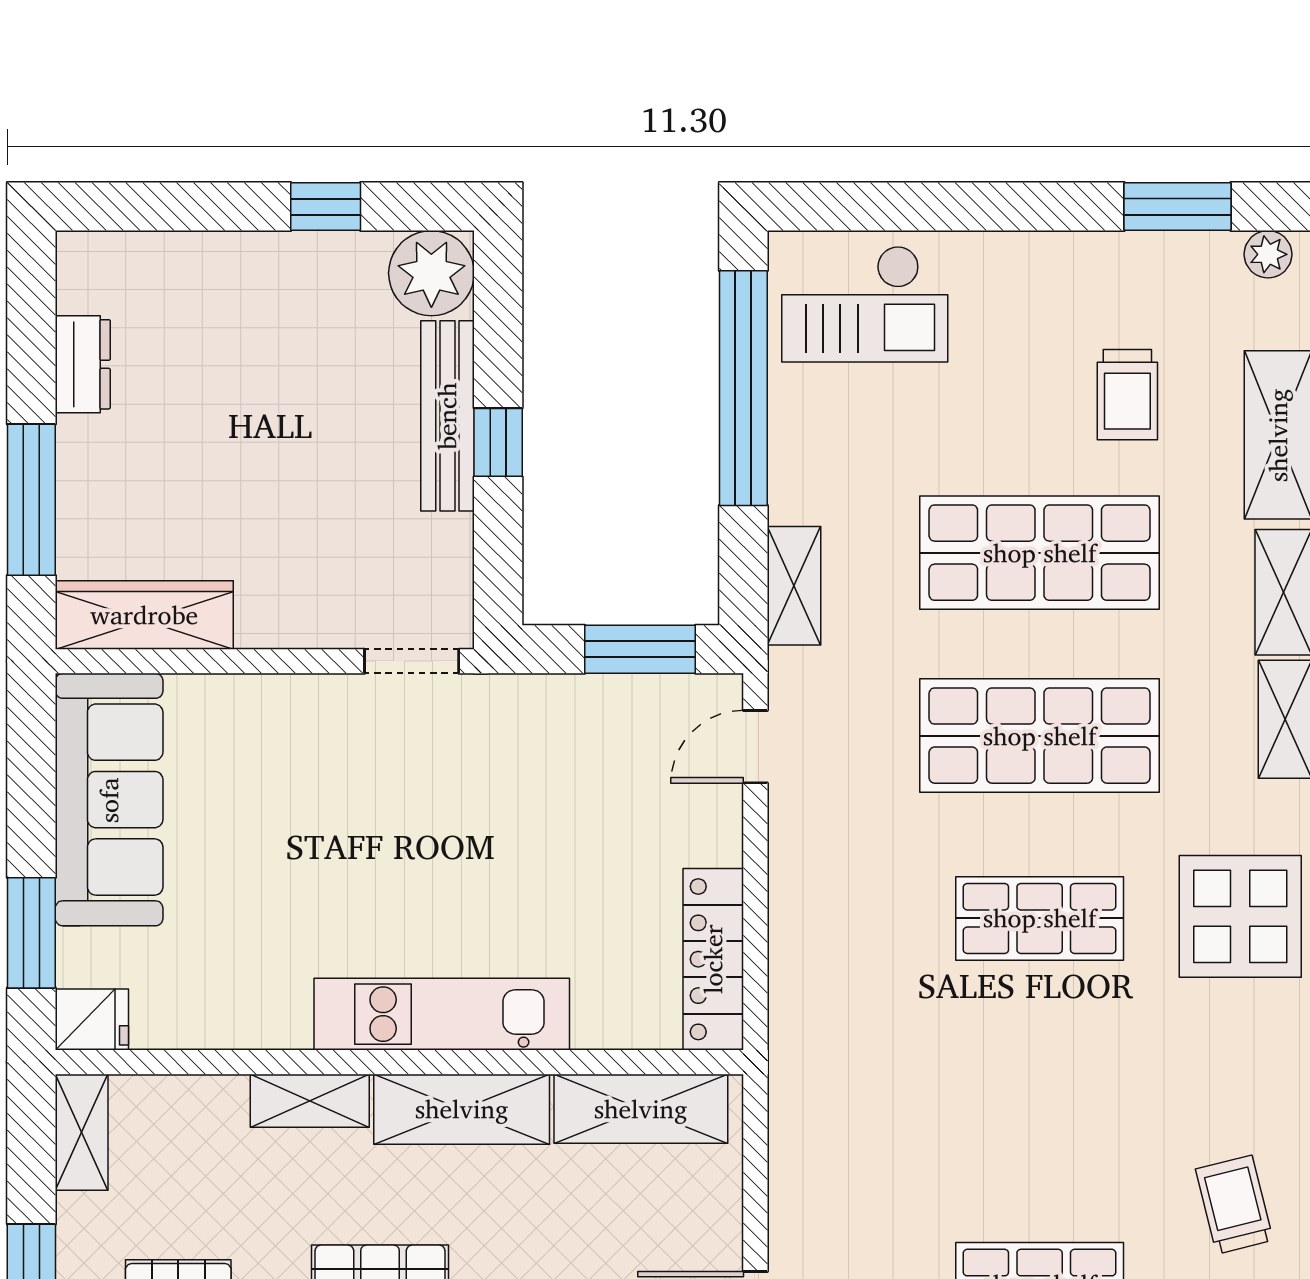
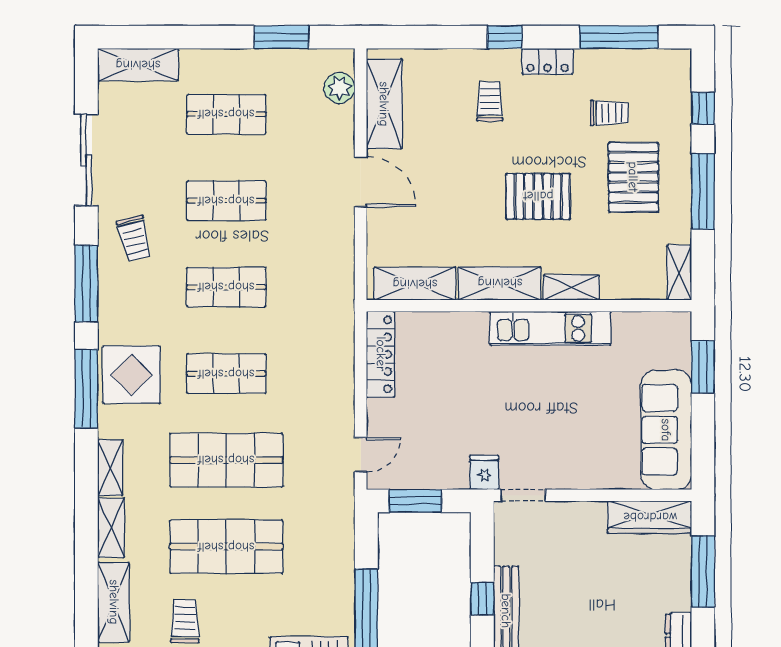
shelving: (794, 586) -> (342, 531), removed
kitchen unit: (442, 1014) -> (550, 328), moved
fridge: (92, 1020) -> (484, 472), moved, turned 90
shop shelf: (1040, 1101) -> (226, 287), added

